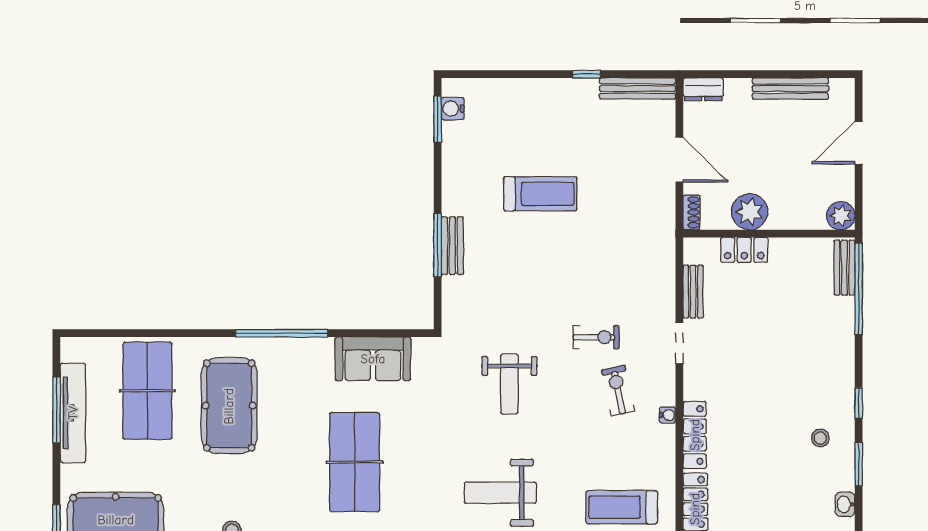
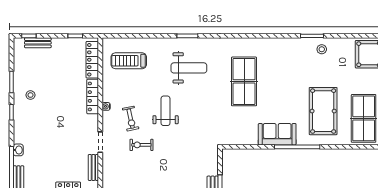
sofa: (373, 359) -> (277, 134), moved
weight bench: (509, 384) -> (166, 111), moved
table tennis table: (355, 462) -> (244, 81), moved
washbasin: (845, 504) -> (18, 150), moved
treadmill: (622, 507) -> (129, 61), turned 180

